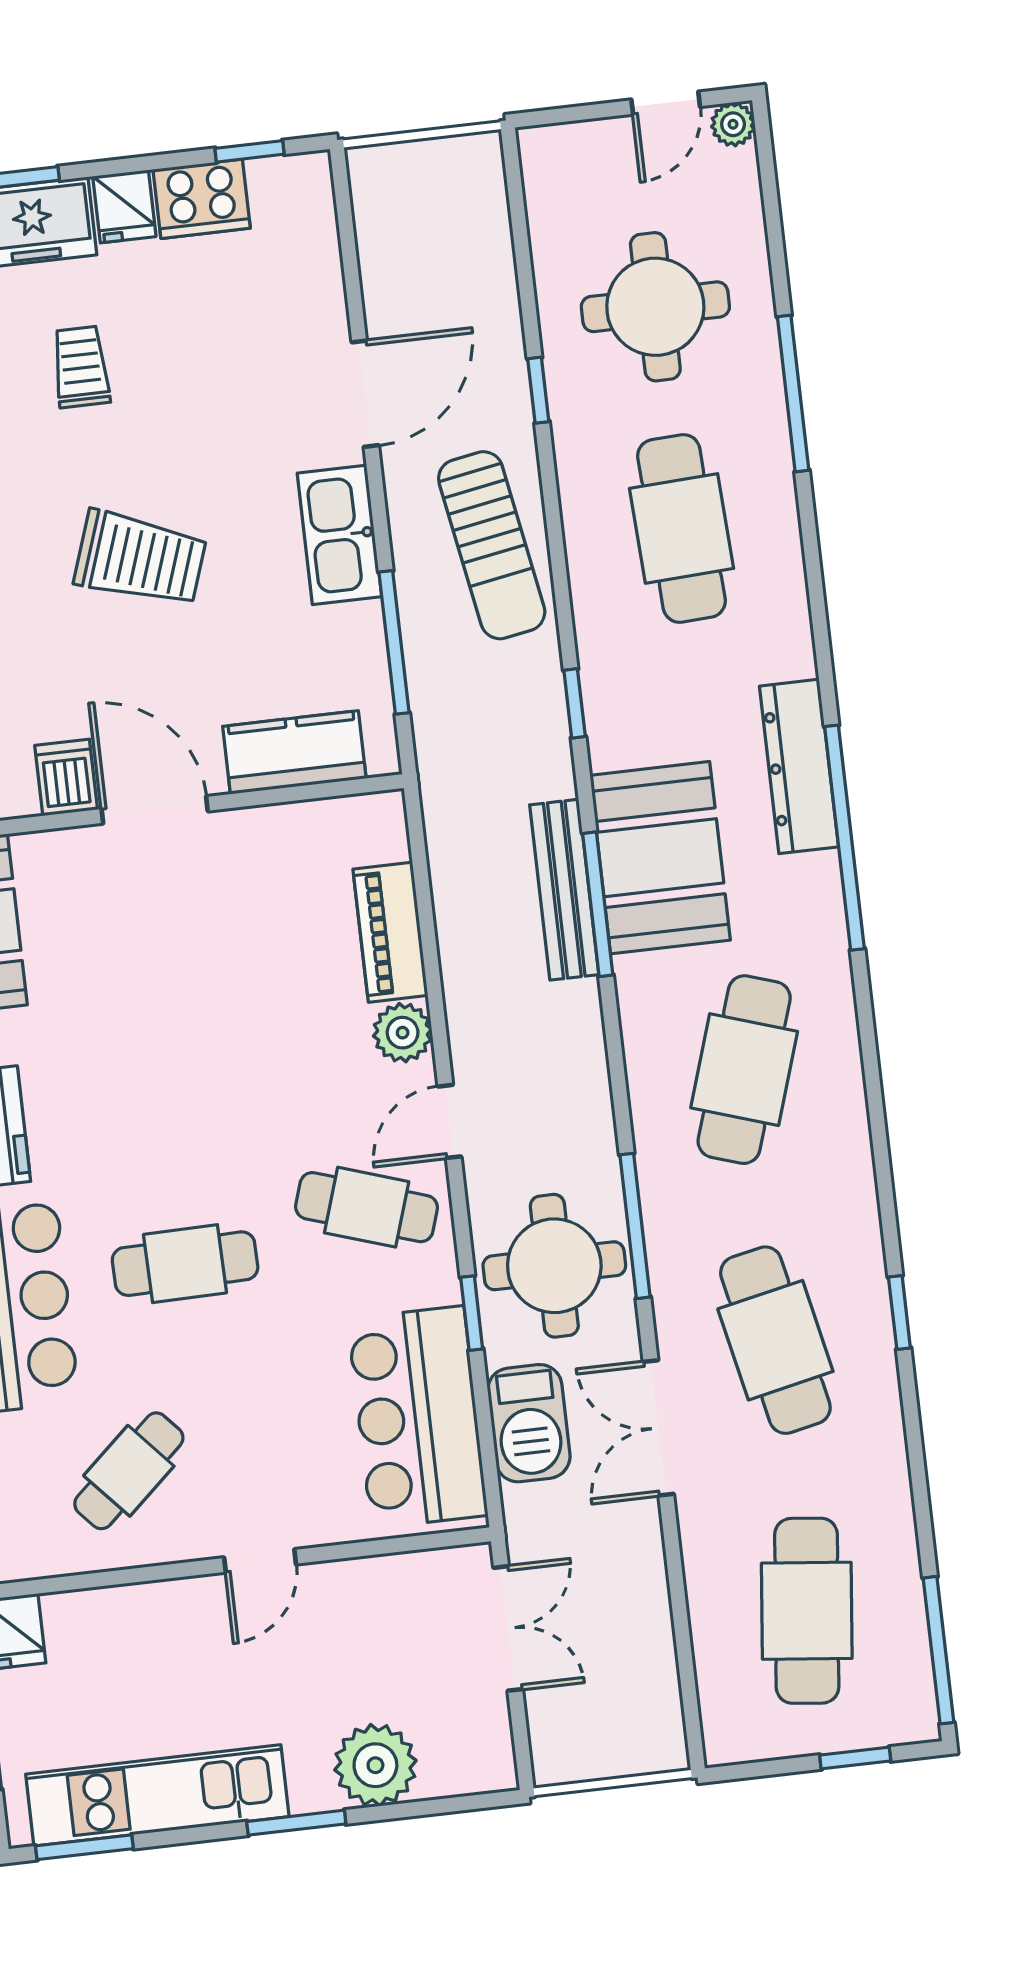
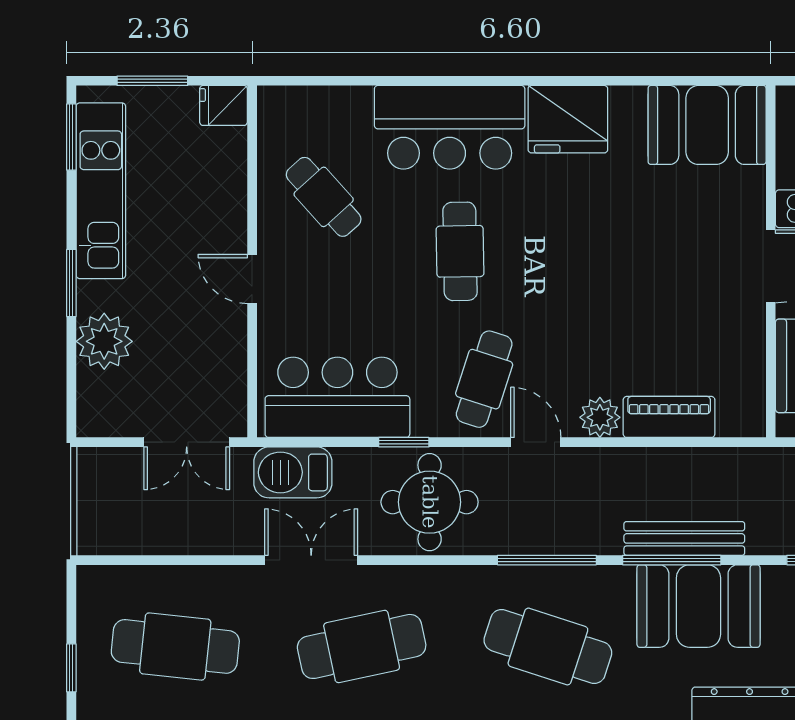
window: (635, 1226) -> (547, 560), moved
barbecue: (529, 1423) -> (293, 472), moved

